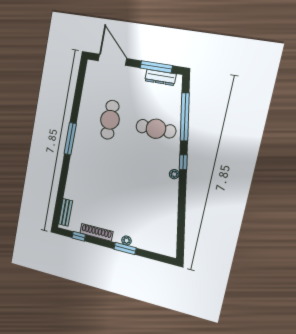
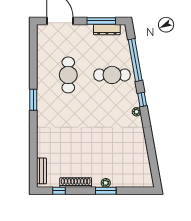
window: (70, 139) -> (33, 100), width x0.69

